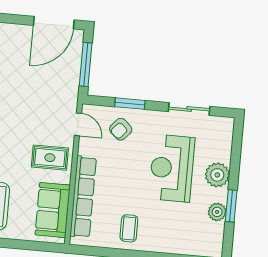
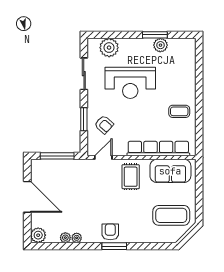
door: (54, 23) -> (27, 197), moved
plant: (217, 175) -> (109, 48), moved

